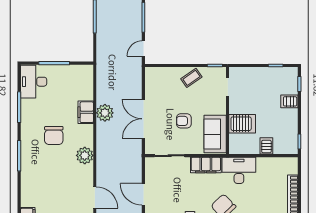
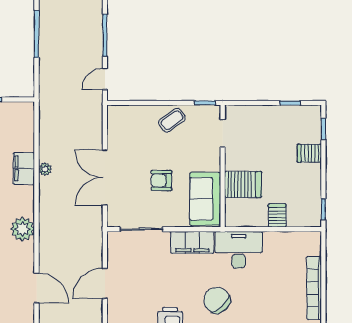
plant: (105, 113) -> (45, 169), width x0.53, depth x0.53
door: (143, 194) -> (105, 283), hinge flipped

